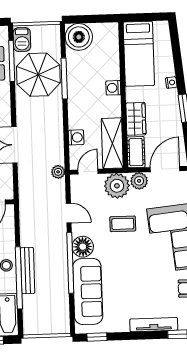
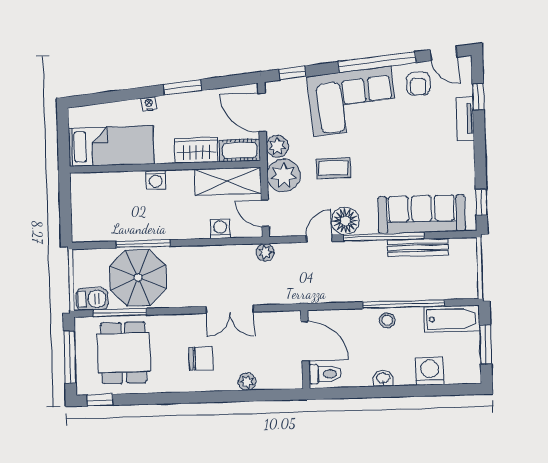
boiler: (79, 37) -> (89, 225), removed
coffee table: (123, 224) -> (333, 168), turned 90
floor lamp: (83, 247) -> (345, 221), moved
bench: (28, 271) -> (418, 247), moved
tv unit: (154, 325) -> (465, 119), width x0.71

